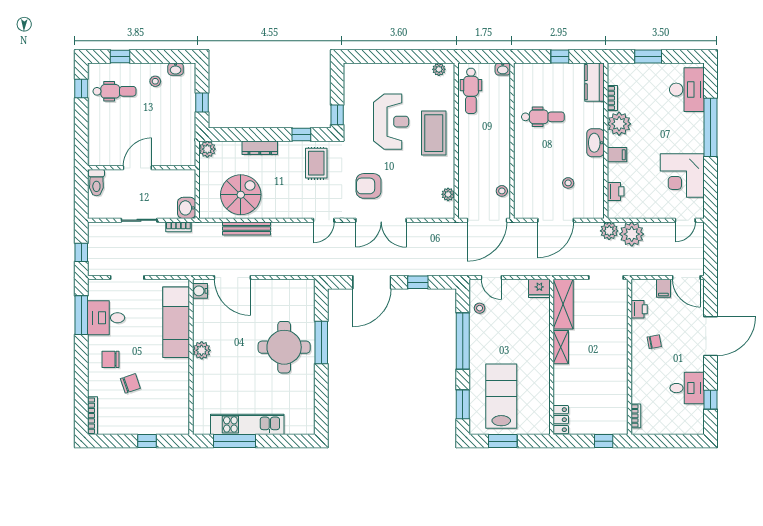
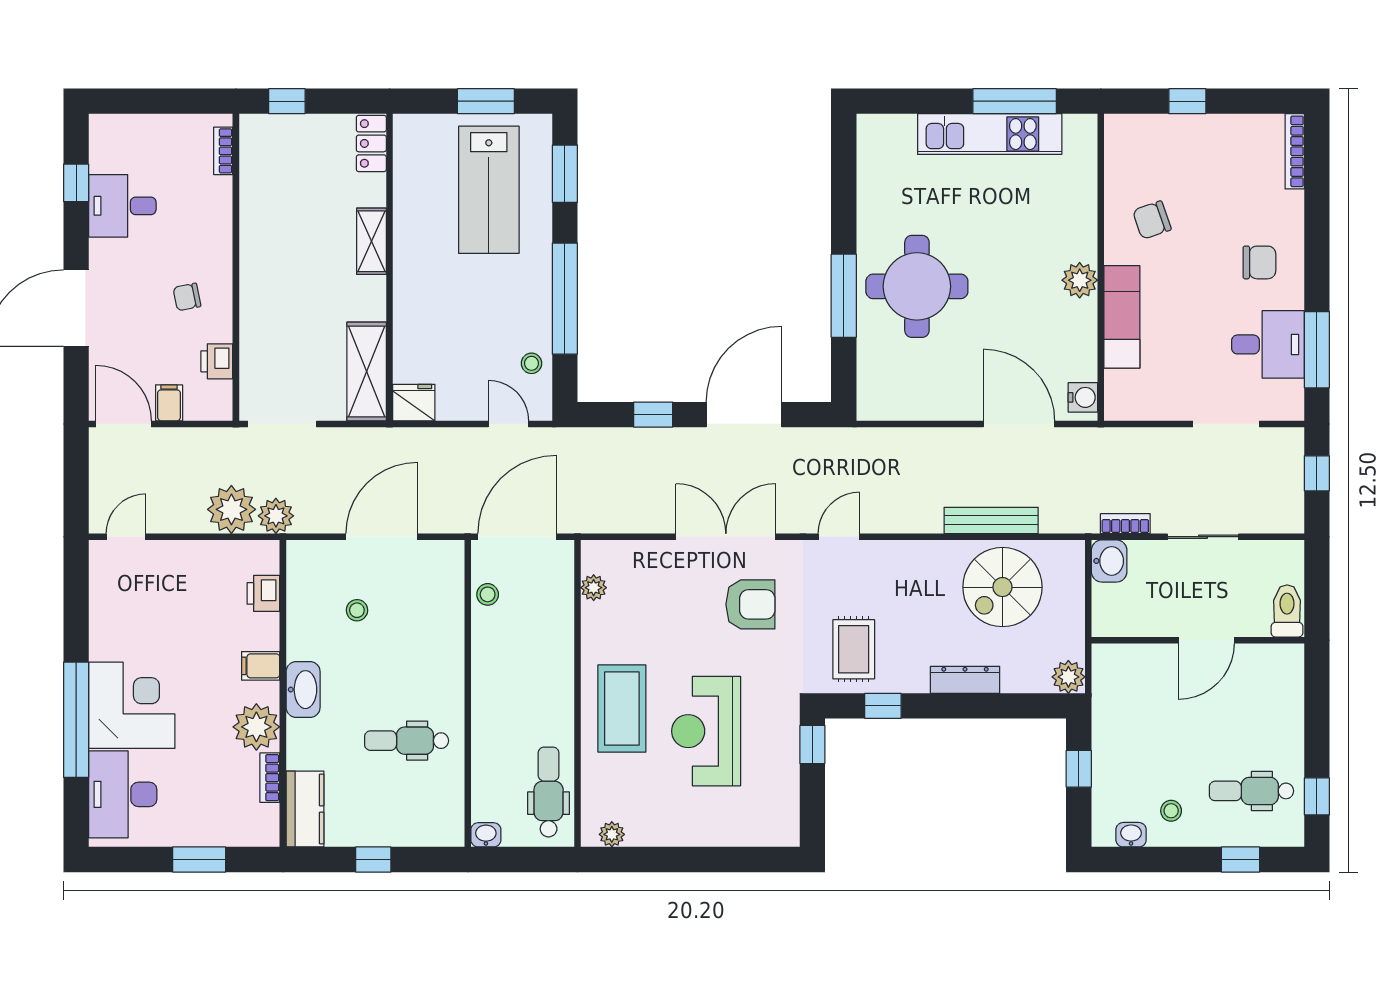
corner desk: (682, 176) -> (132, 705), moved
exam couch: (176, 322) -> (1122, 317), width x0.73, depth x0.69
shelving: (561, 347) -> (371, 241), moved
chair: (130, 383) -> (1152, 220), moved

